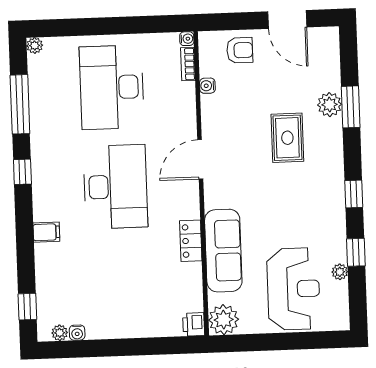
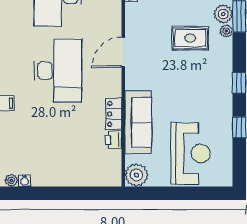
rug: (287, 138) -> (190, 38), turned 90
plant: (340, 272) -> (226, 31), moved
printer: (194, 324) -> (114, 140), moved

